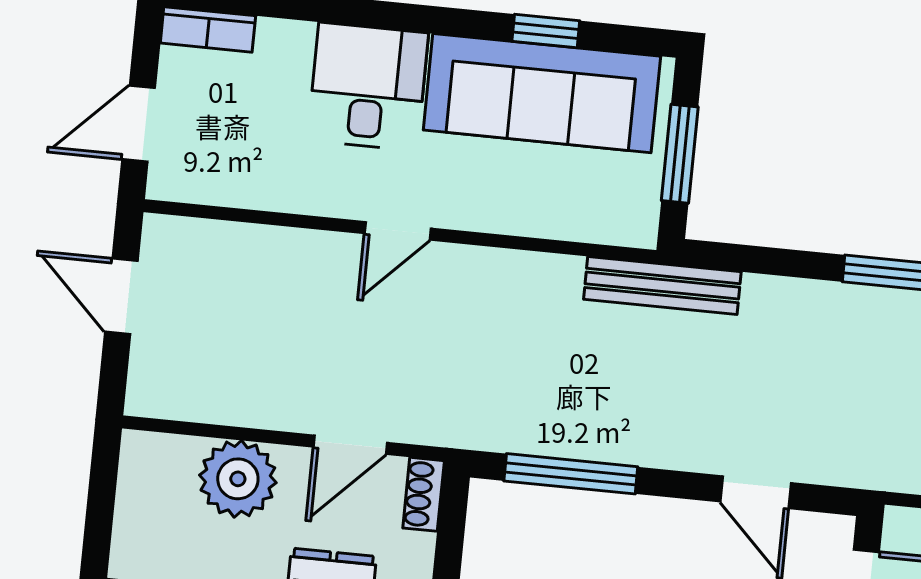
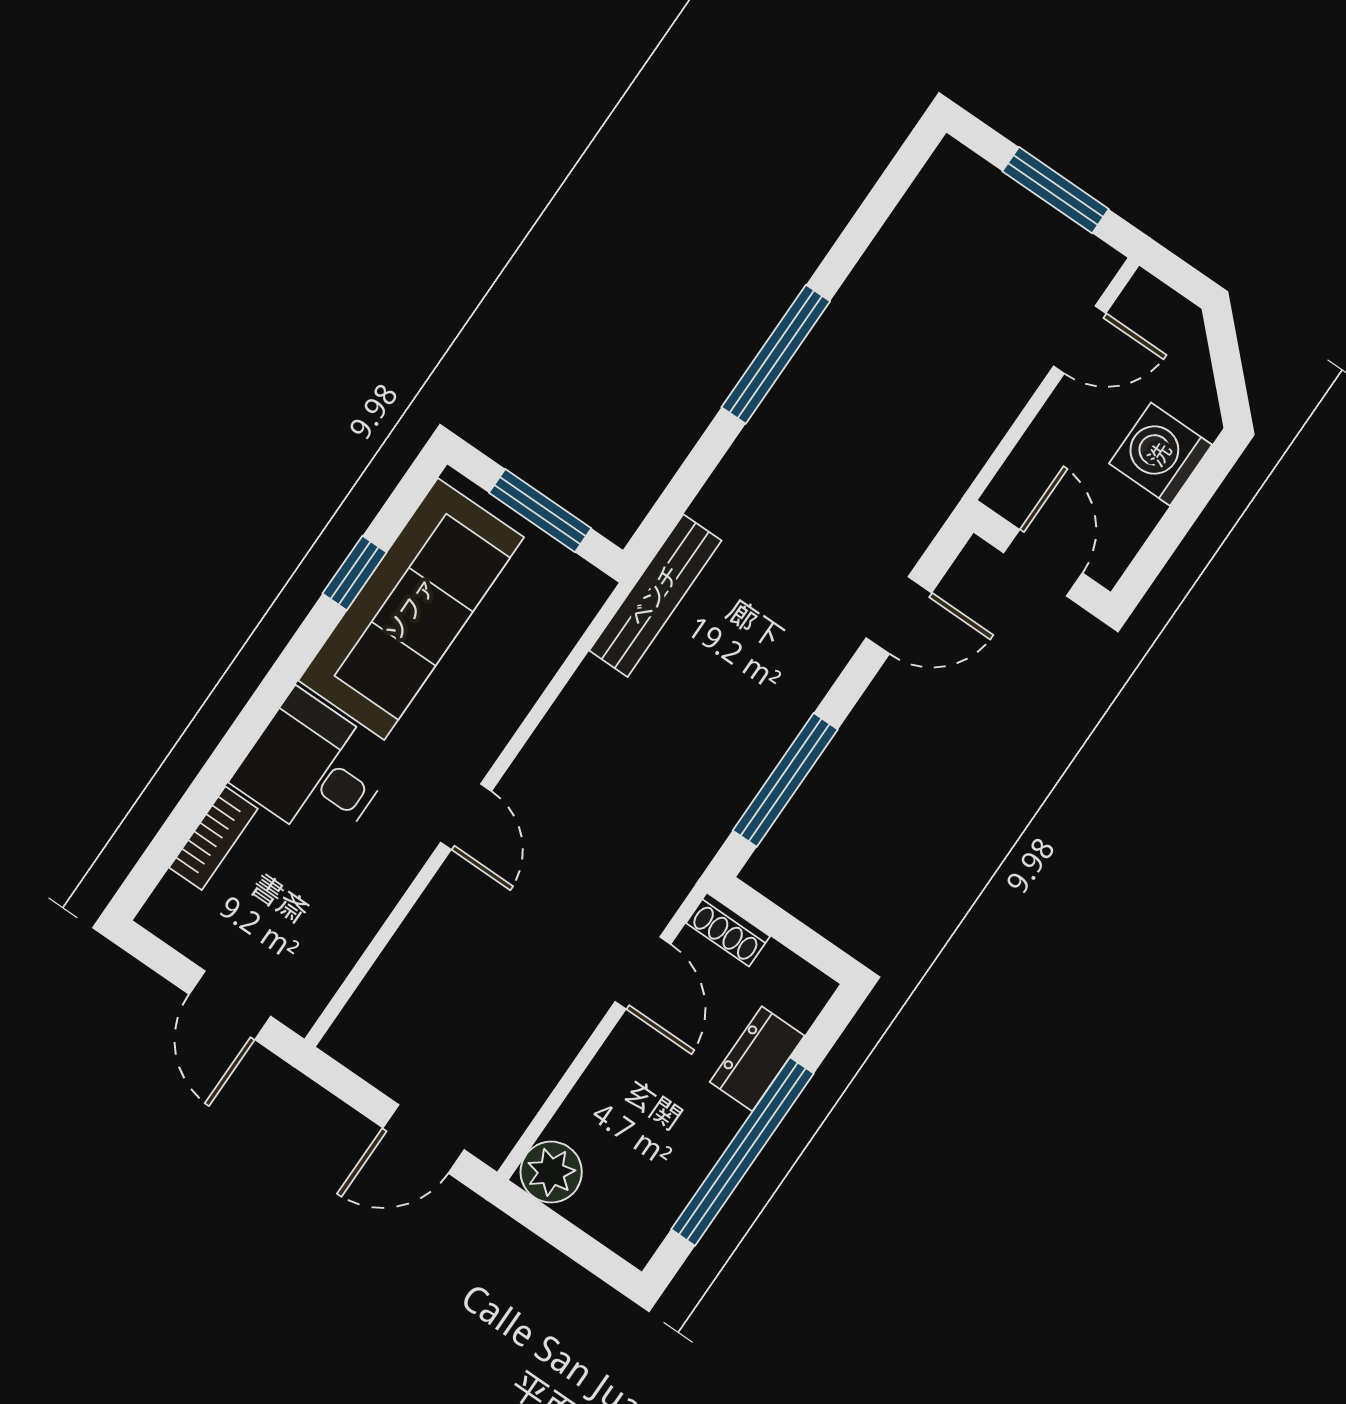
bookcase: (208, 29) -> (213, 838), moved
door: (121, 296) -> (423, 1139), moved
plant: (238, 479) -> (551, 1172), moved, width x0.73, depth x0.73

